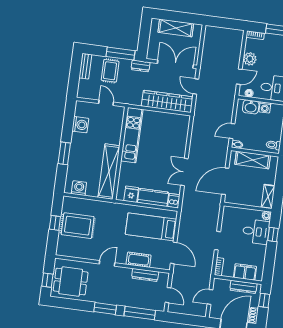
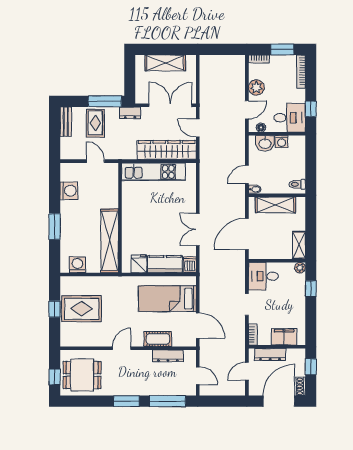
kitchen unit: (132, 135) -> (154, 172), moved, turned 90
desk: (256, 232) -> (263, 276), moved, turned 180
dresser: (243, 287) -> (270, 354), moved

